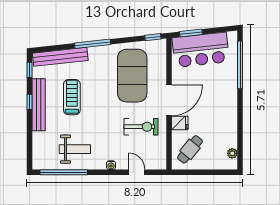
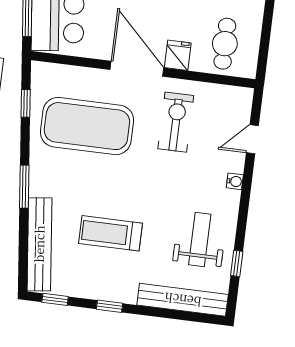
window: (153, 37) -> (26, 103), moved
window: (93, 44) -> (24, 187), width x0.69
bench: (39, 105) -> (183, 300), moved
cafe table: (190, 149) -> (225, 44), turned 51
window: (64, 172) -> (237, 263), width x0.32

